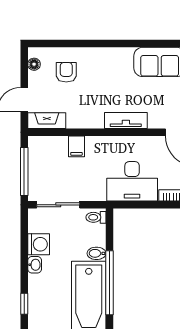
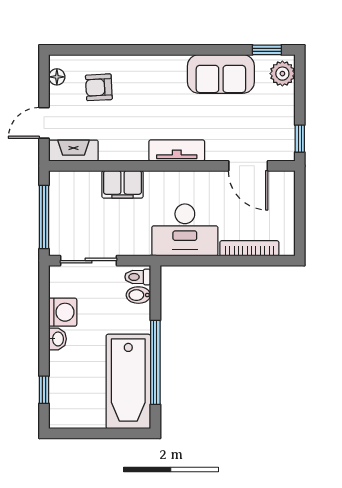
armchair: (66, 72) -> (99, 87), turned -93
filing cabinet: (76, 146) -> (123, 184), width x2.00
bidet: (96, 253) -> (138, 295), moved

